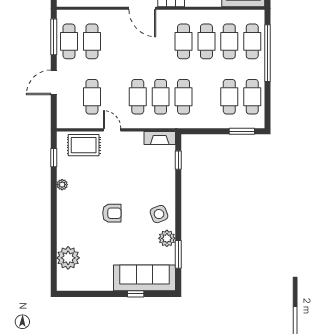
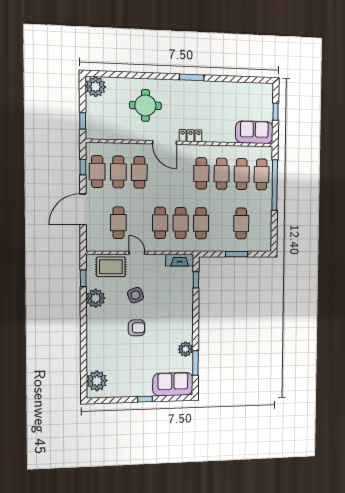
window: (54, 37) -> (83, 167), width x0.46
door: (54, 82) -> (83, 209), width x1.36
cafe table: (252, 97) -> (139, 172), moved
window: (242, 131) -> (237, 254), moved
plant: (62, 185) -> (96, 298), width x1.88, depth x1.88
side table: (159, 214) -> (136, 295), moved
plant: (68, 258) -> (97, 381), moved
sofa: (144, 278) -> (173, 384), width x0.73
window: (136, 294) -> (145, 399), moved

